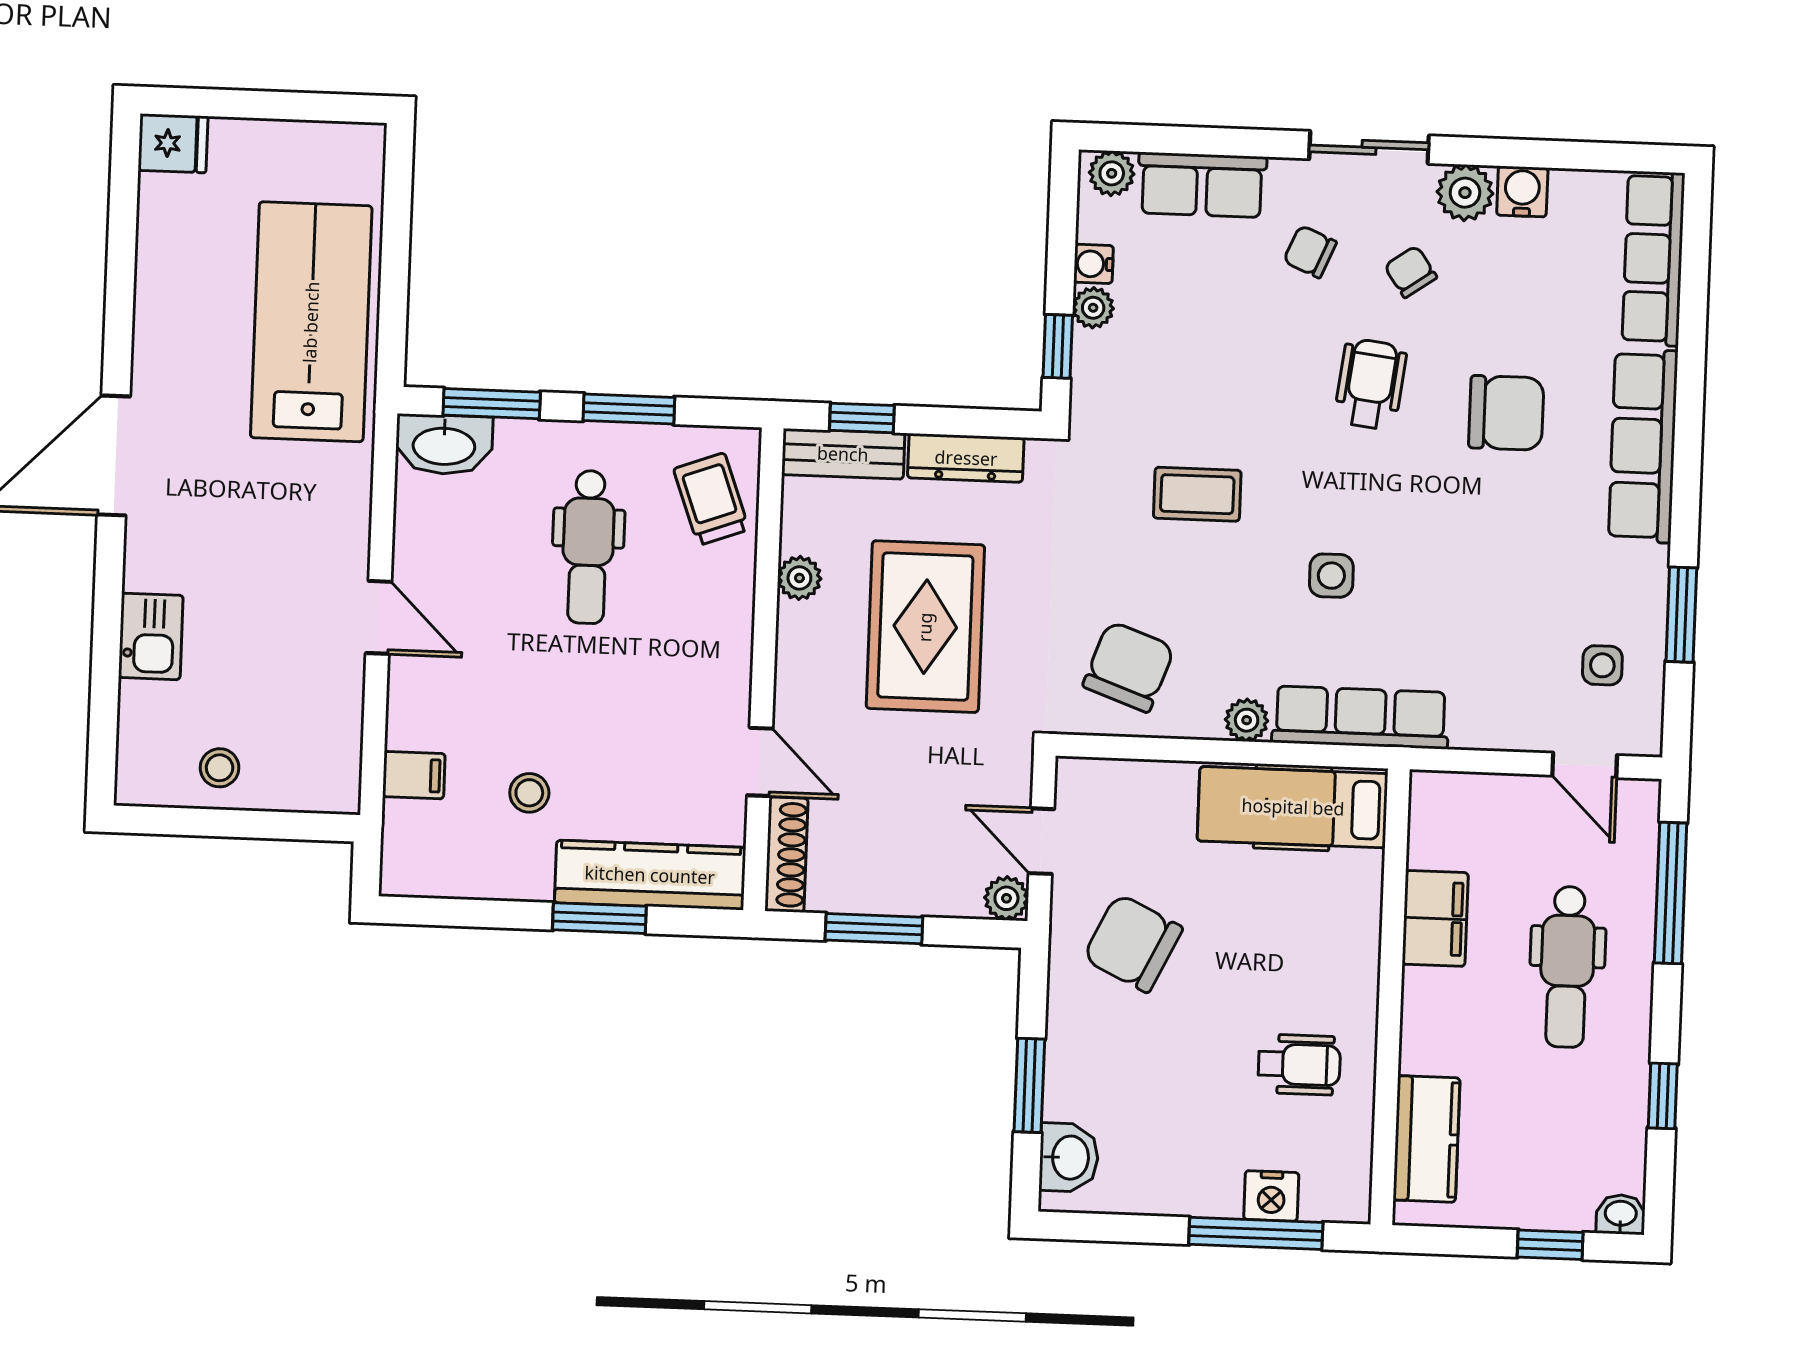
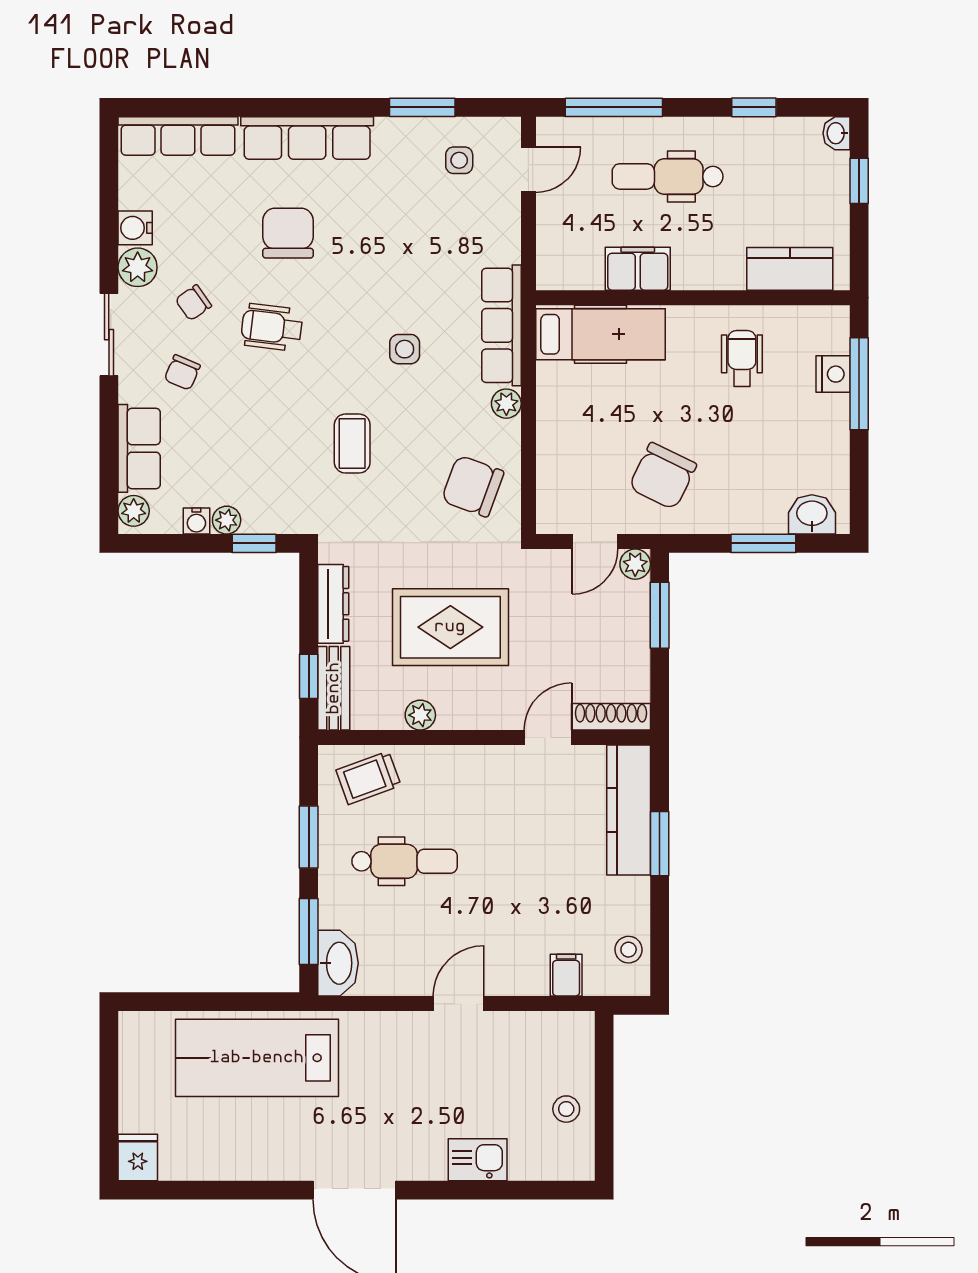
stool: (529, 793) -> (629, 950), moved
hospital bed: (1293, 807) -> (600, 334), moved, turned -90
window: (874, 929) -> (660, 615), moved
dental chair: (1567, 967) -> (668, 176), turned 180

